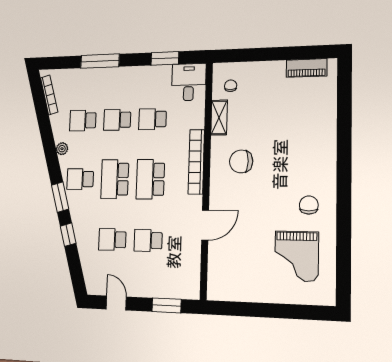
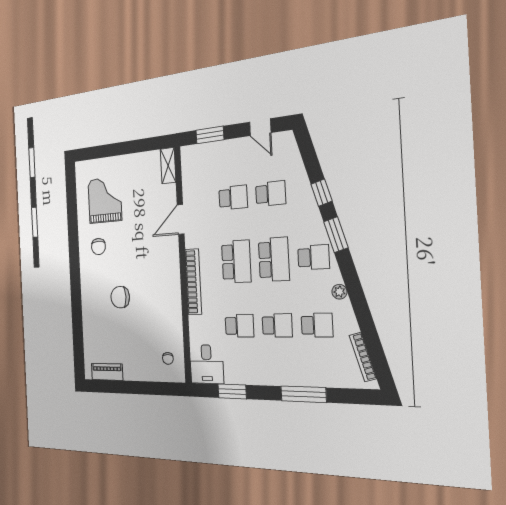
shelving: (219, 118) -> (168, 166), moved
chair: (241, 161) -> (120, 297), moved, turned 180

